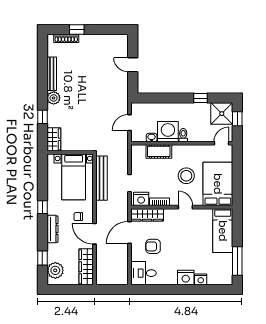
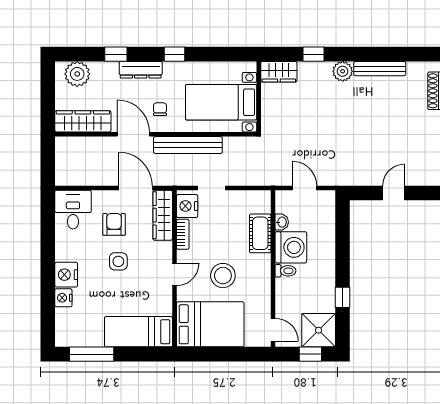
bench: (101, 178) -> (188, 145), moved
door: (95, 234) -> (134, 134), hinge flipped
side table: (177, 244) -> (118, 261), added
window: (42, 258) -> (116, 54), moved

